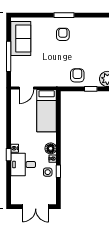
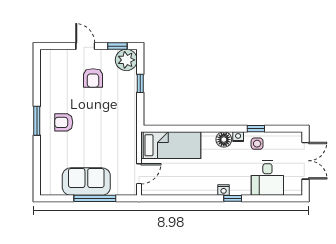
sofa: (21, 39) -> (86, 182), moved
armchair: (77, 75) -> (93, 78), moved, turned -90
door: (26, 88) -> (139, 174), hinge flipped
desk: (23, 165) -> (267, 178), moved

